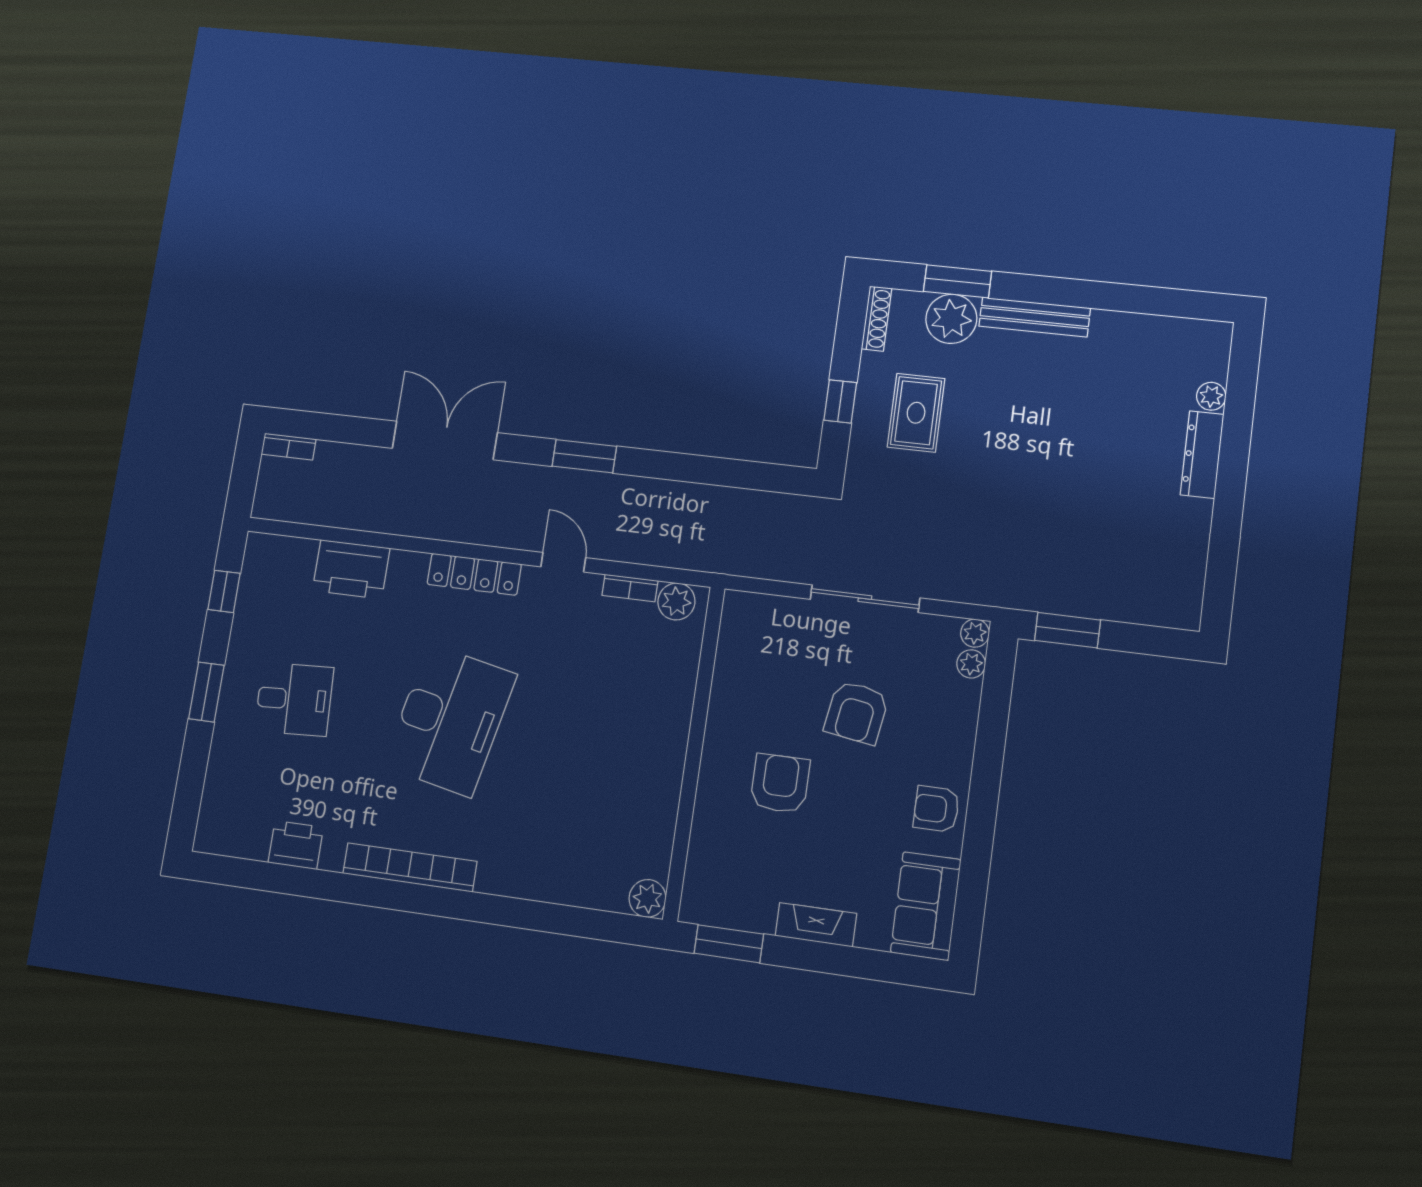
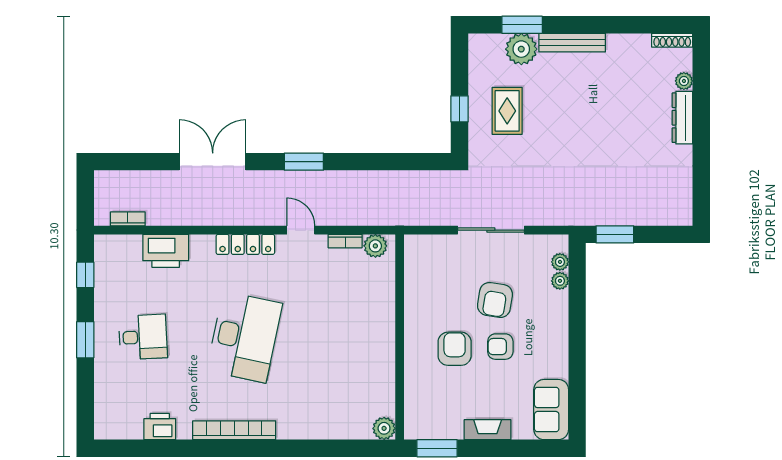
shoe rack: (877, 319) -> (672, 40), moved, turned 90
bookcase: (289, 447) -> (128, 219), moved, turned 180
plant: (975, 633) -> (560, 281), moved
armchair: (936, 809) -> (500, 347), moved

